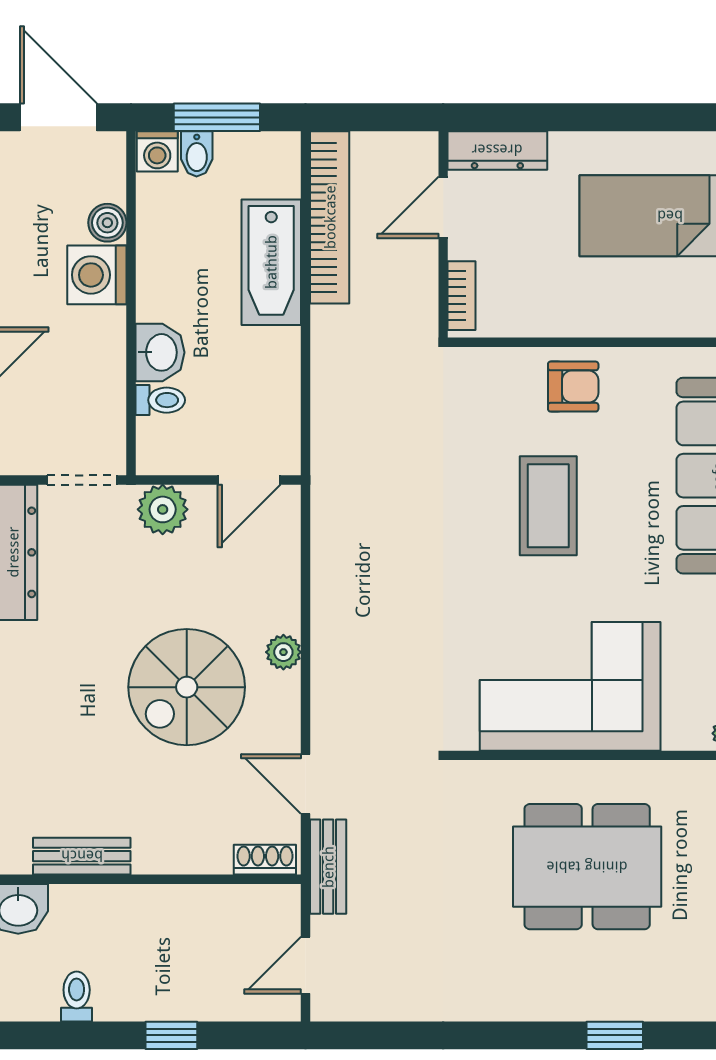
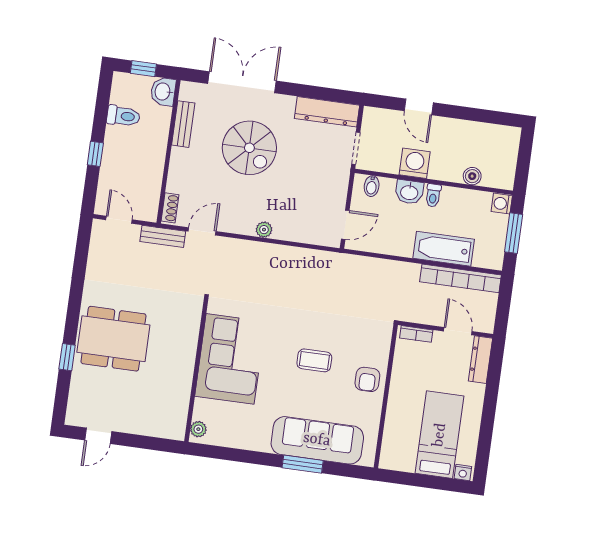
door: (58, 117) -> (524, 160), removed
bidet: (197, 154) -> (372, 186), moved, turned -90
washing machine: (97, 275) -> (415, 163), moved
toilet: (160, 400) -> (433, 195), moved
door: (249, 480) -> (345, 225), swing flipped
coffee table: (548, 506) -> (314, 360), width x0.73, depth x0.77
plant: (163, 509) -> (337, 183), removed
spiral stairs: (187, 687) -> (249, 148), moved, turned 180
dining table: (587, 867) -> (113, 339), moved, turned 90
toilet: (77, 997) -> (123, 116), width x1.37, depth x1.39

